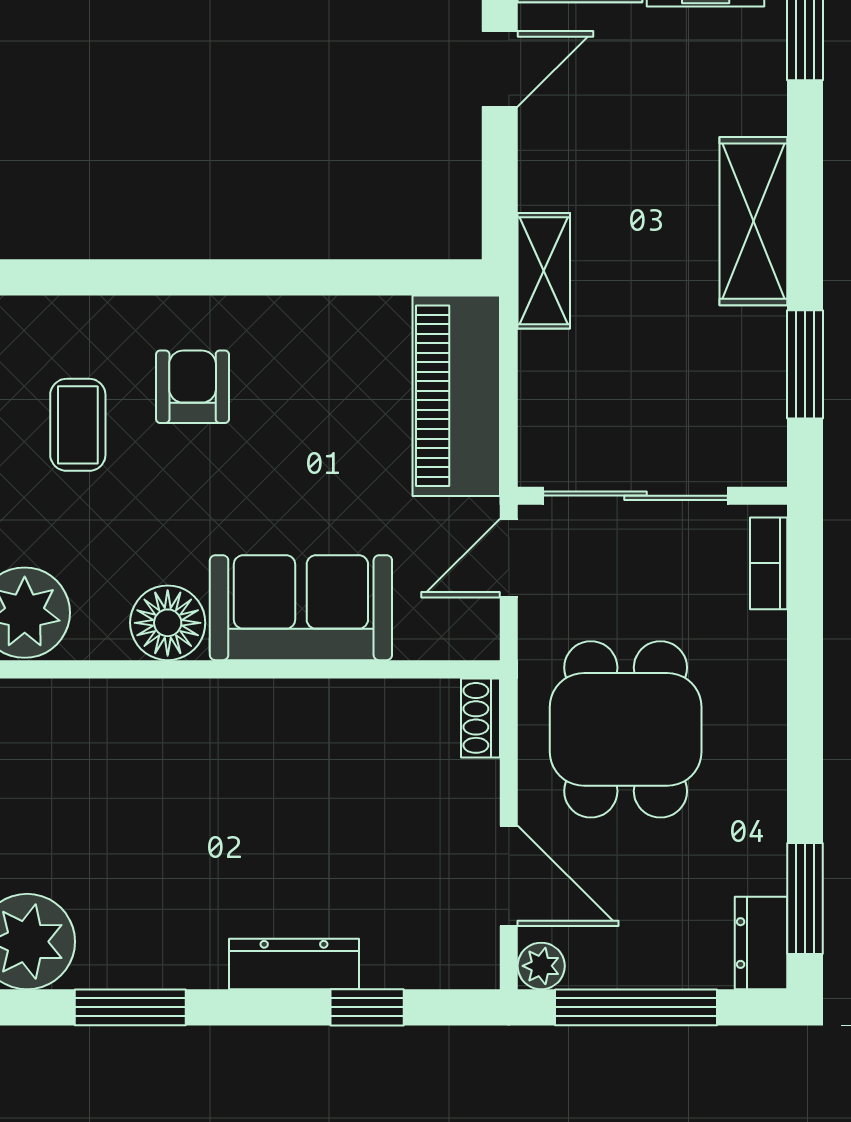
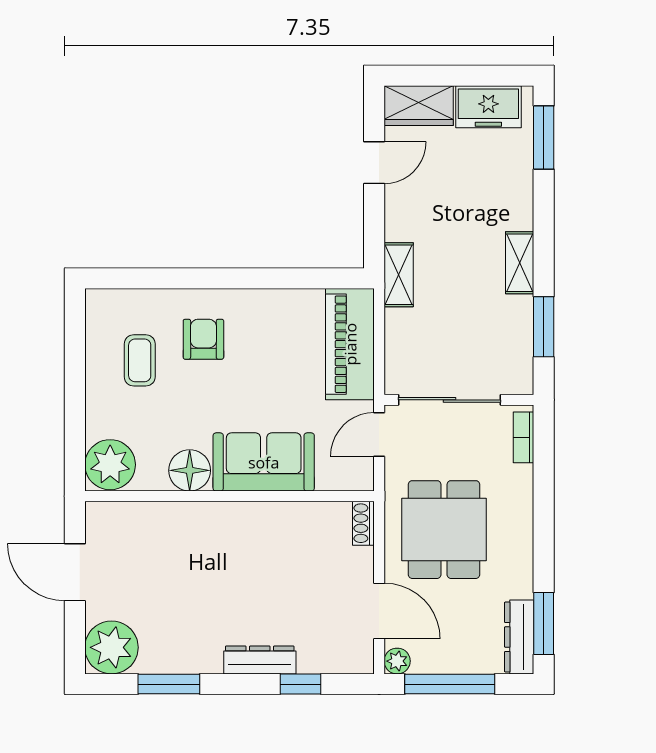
shelving: (753, 221) -> (520, 263), width x0.67, depth x0.75
dresser: (761, 943) -> (519, 637), width x1.44

